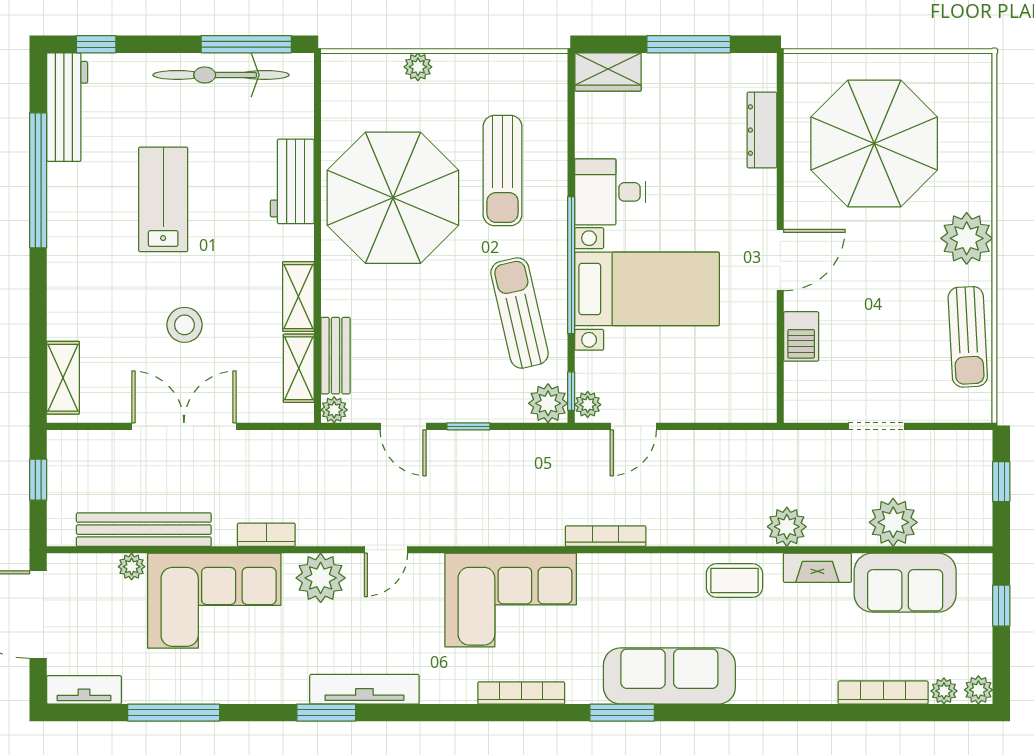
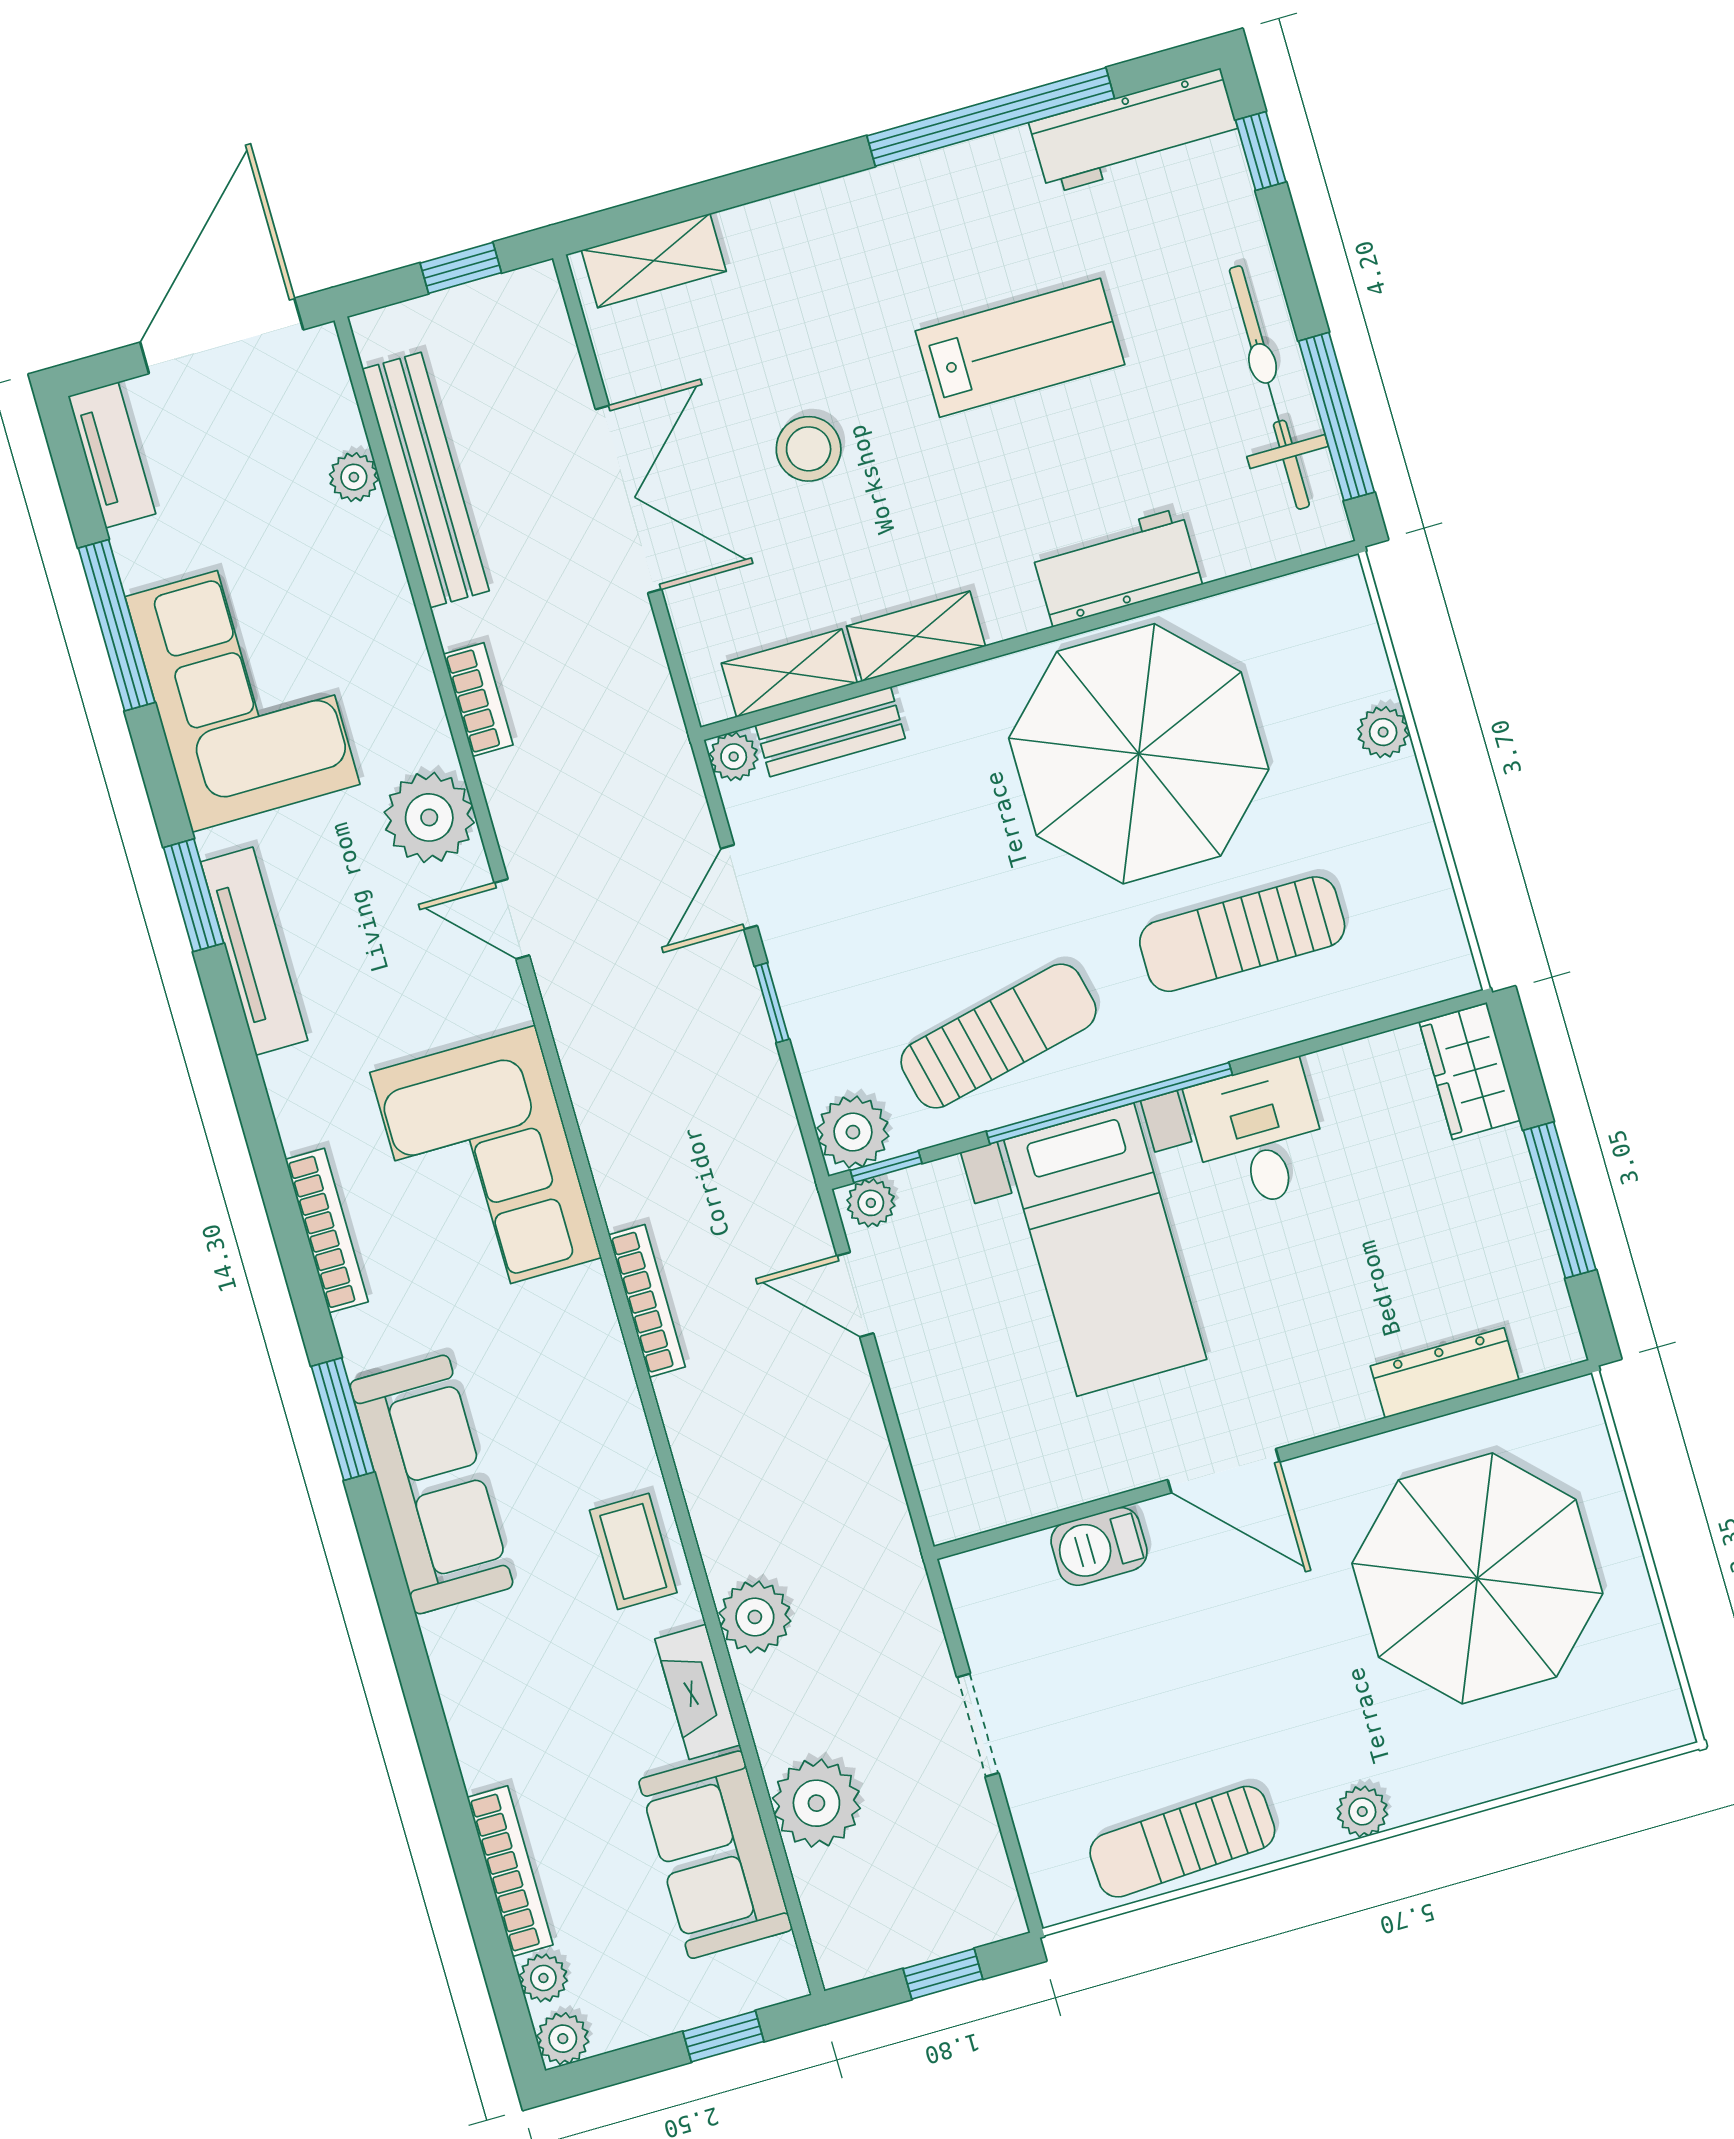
plant: (967, 238) -> (1362, 1812), width x0.53, depth x0.53
corner sofa: (214, 601) -> (242, 691), moved, turned 180

